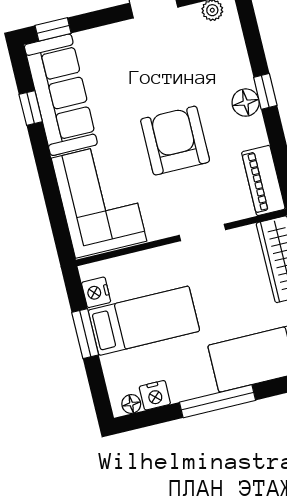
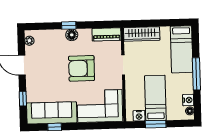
window: (53, 29) -> (23, 99), moved

